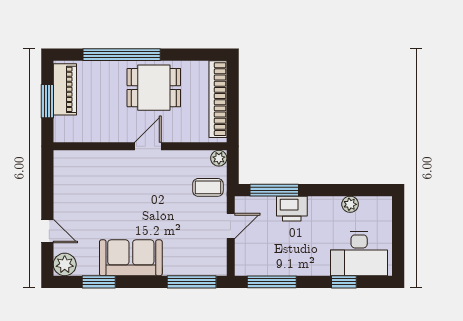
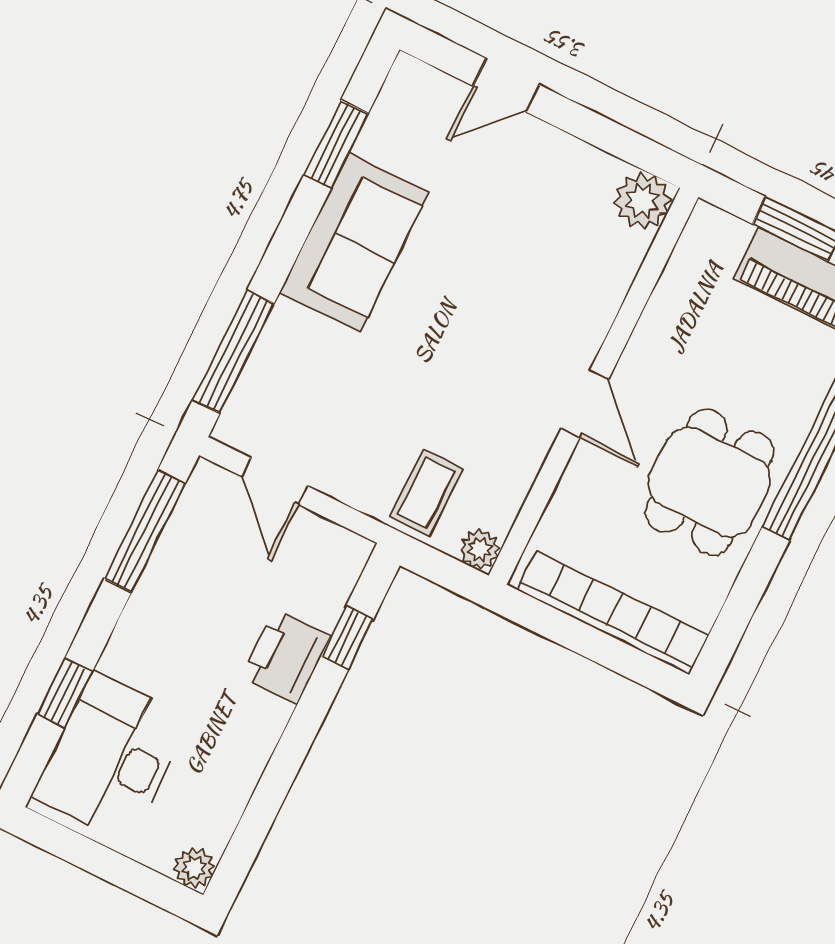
window: (274, 190) -> (347, 638), width x0.46
plant: (350, 204) -> (194, 868), moved
door: (231, 226) -> (275, 481), moved
plant: (65, 264) -> (642, 201), moved

